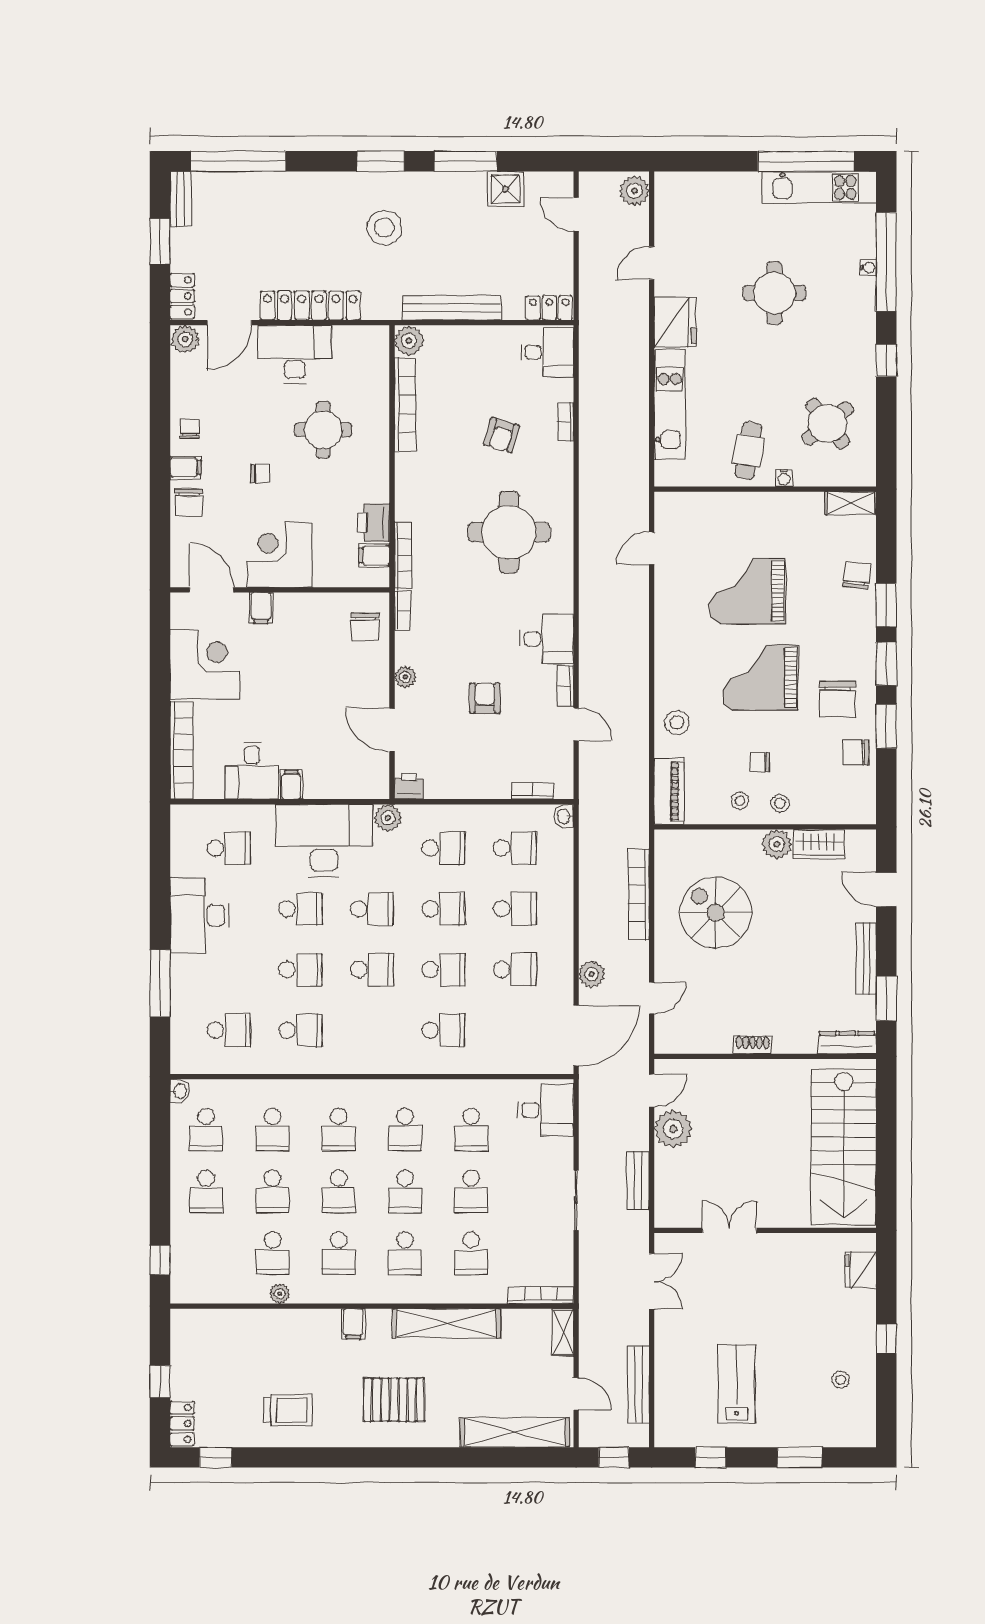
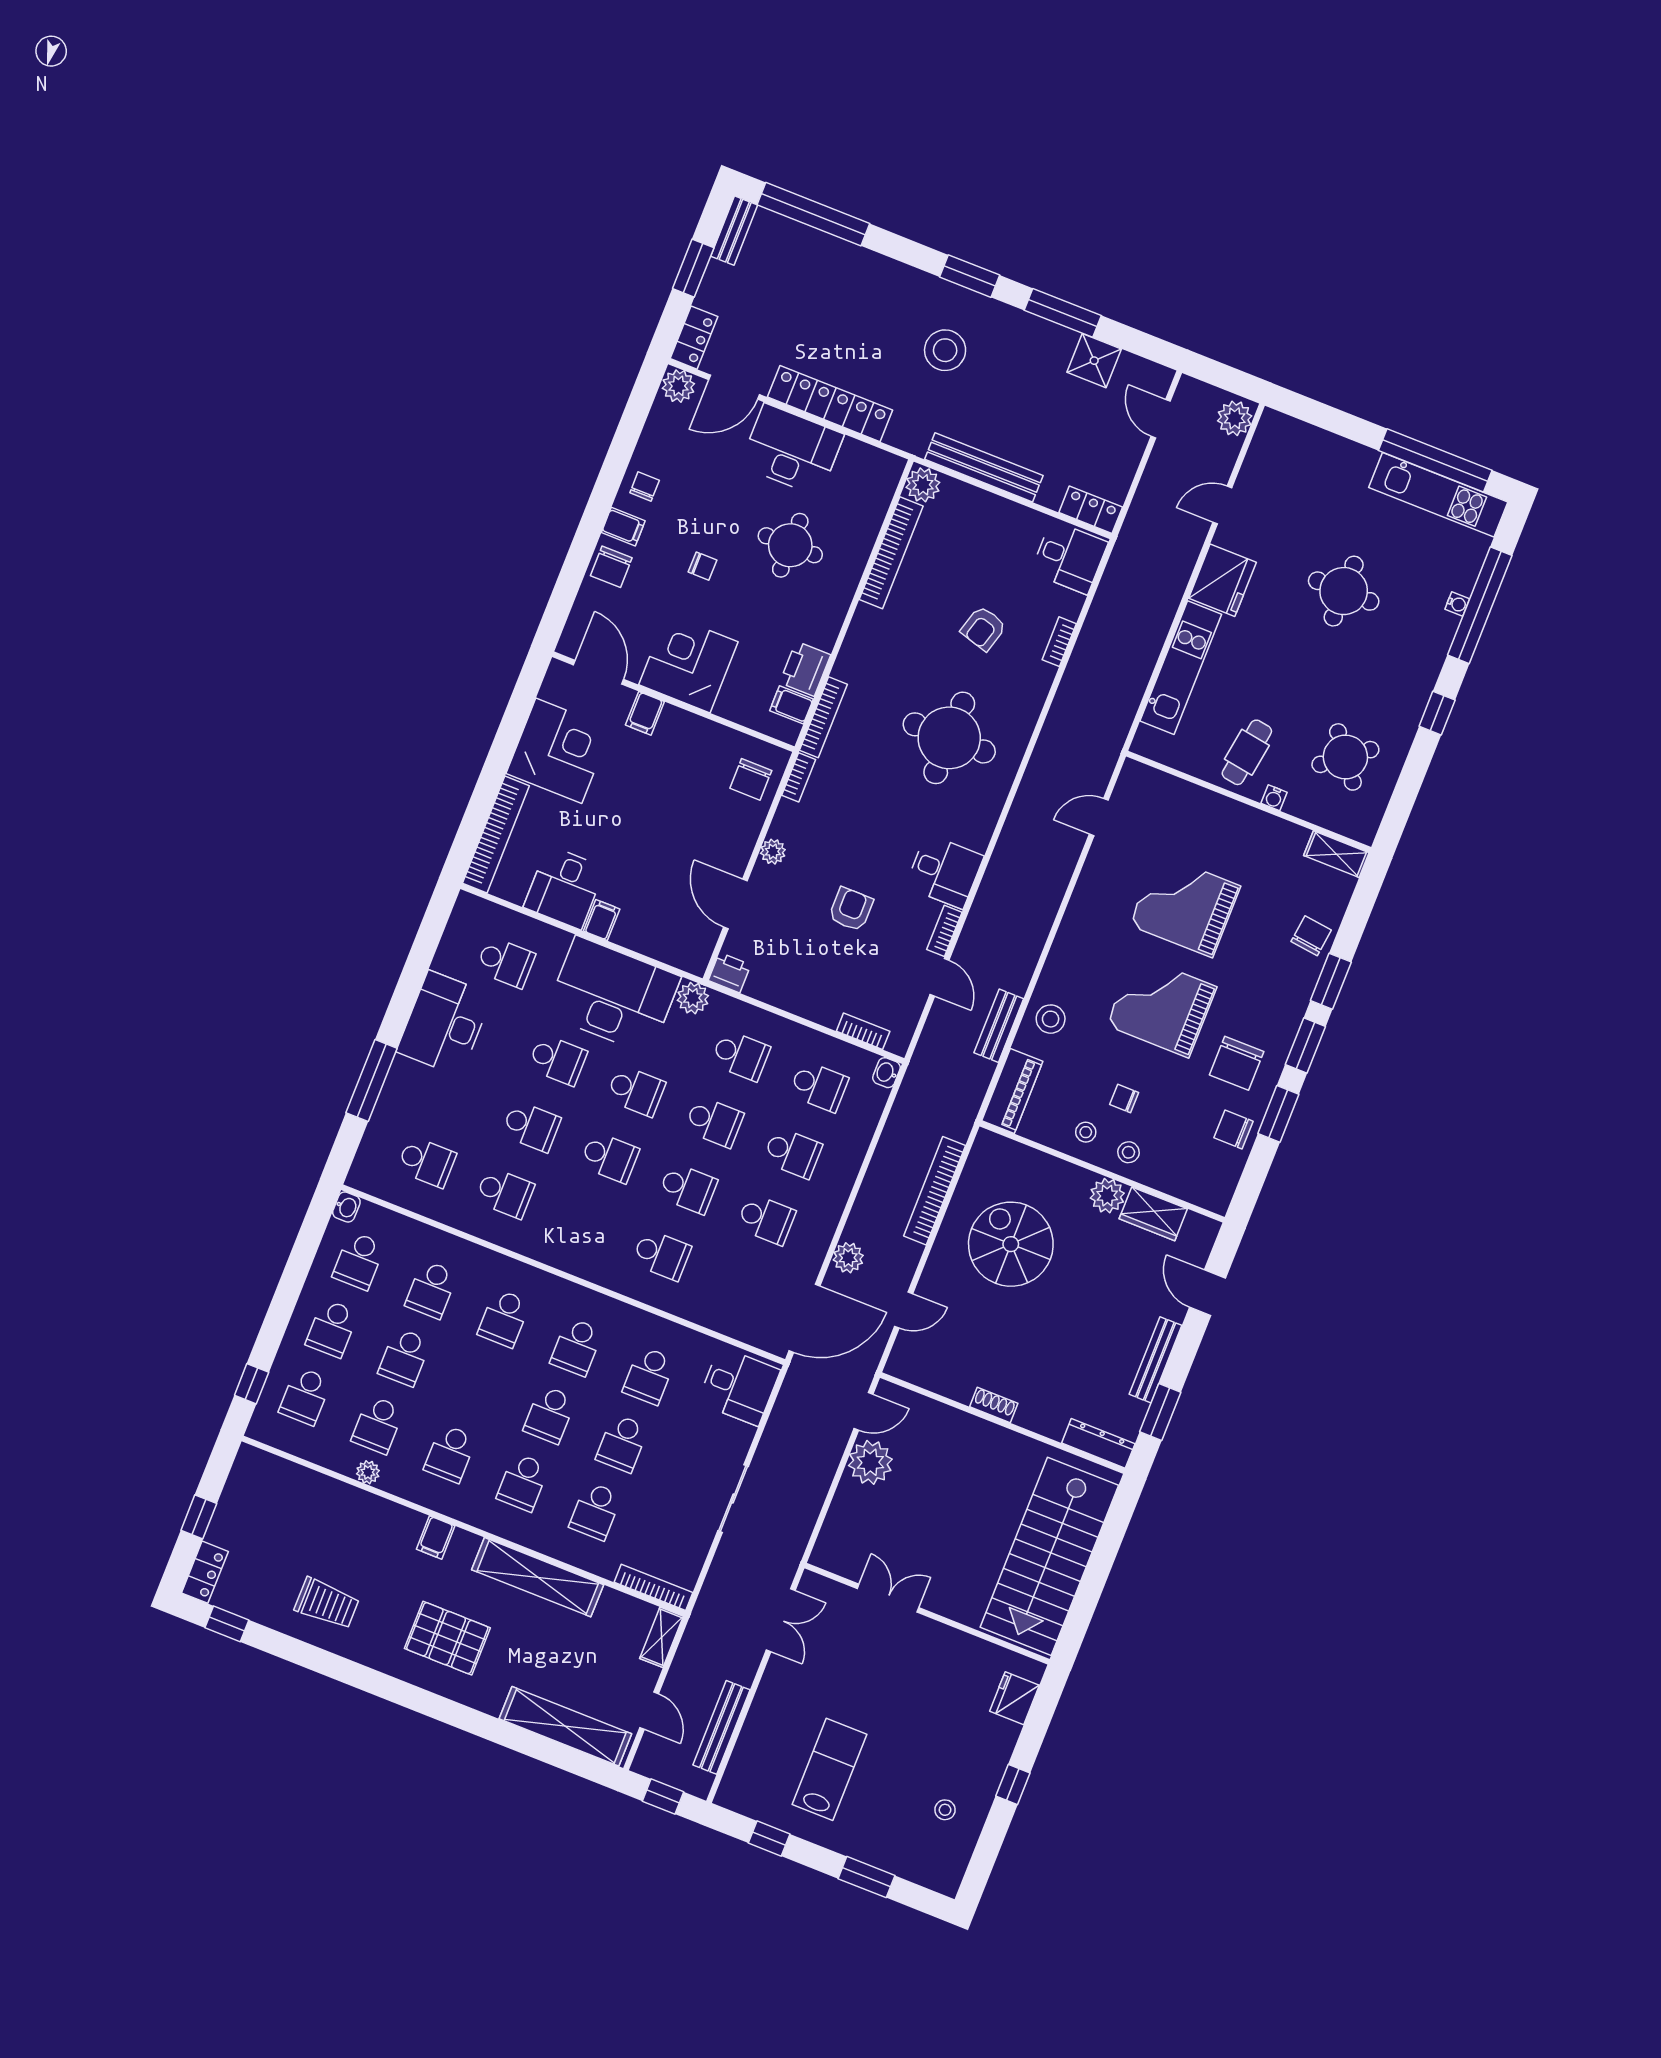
bench: (638, 1181) -> (999, 1026), moved
school desk: (339, 1191) -> (305, 1396), moved

